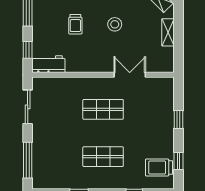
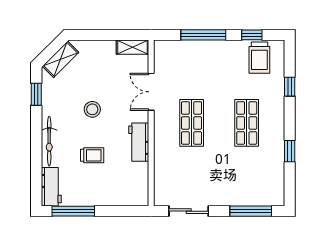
shelving: (168, 32) -> (133, 47), moved
window: (28, 50) -> (122, 211), removed
workbench: (48, 64) -> (139, 142), moved
window: (179, 119) -> (203, 35), width x2.17

